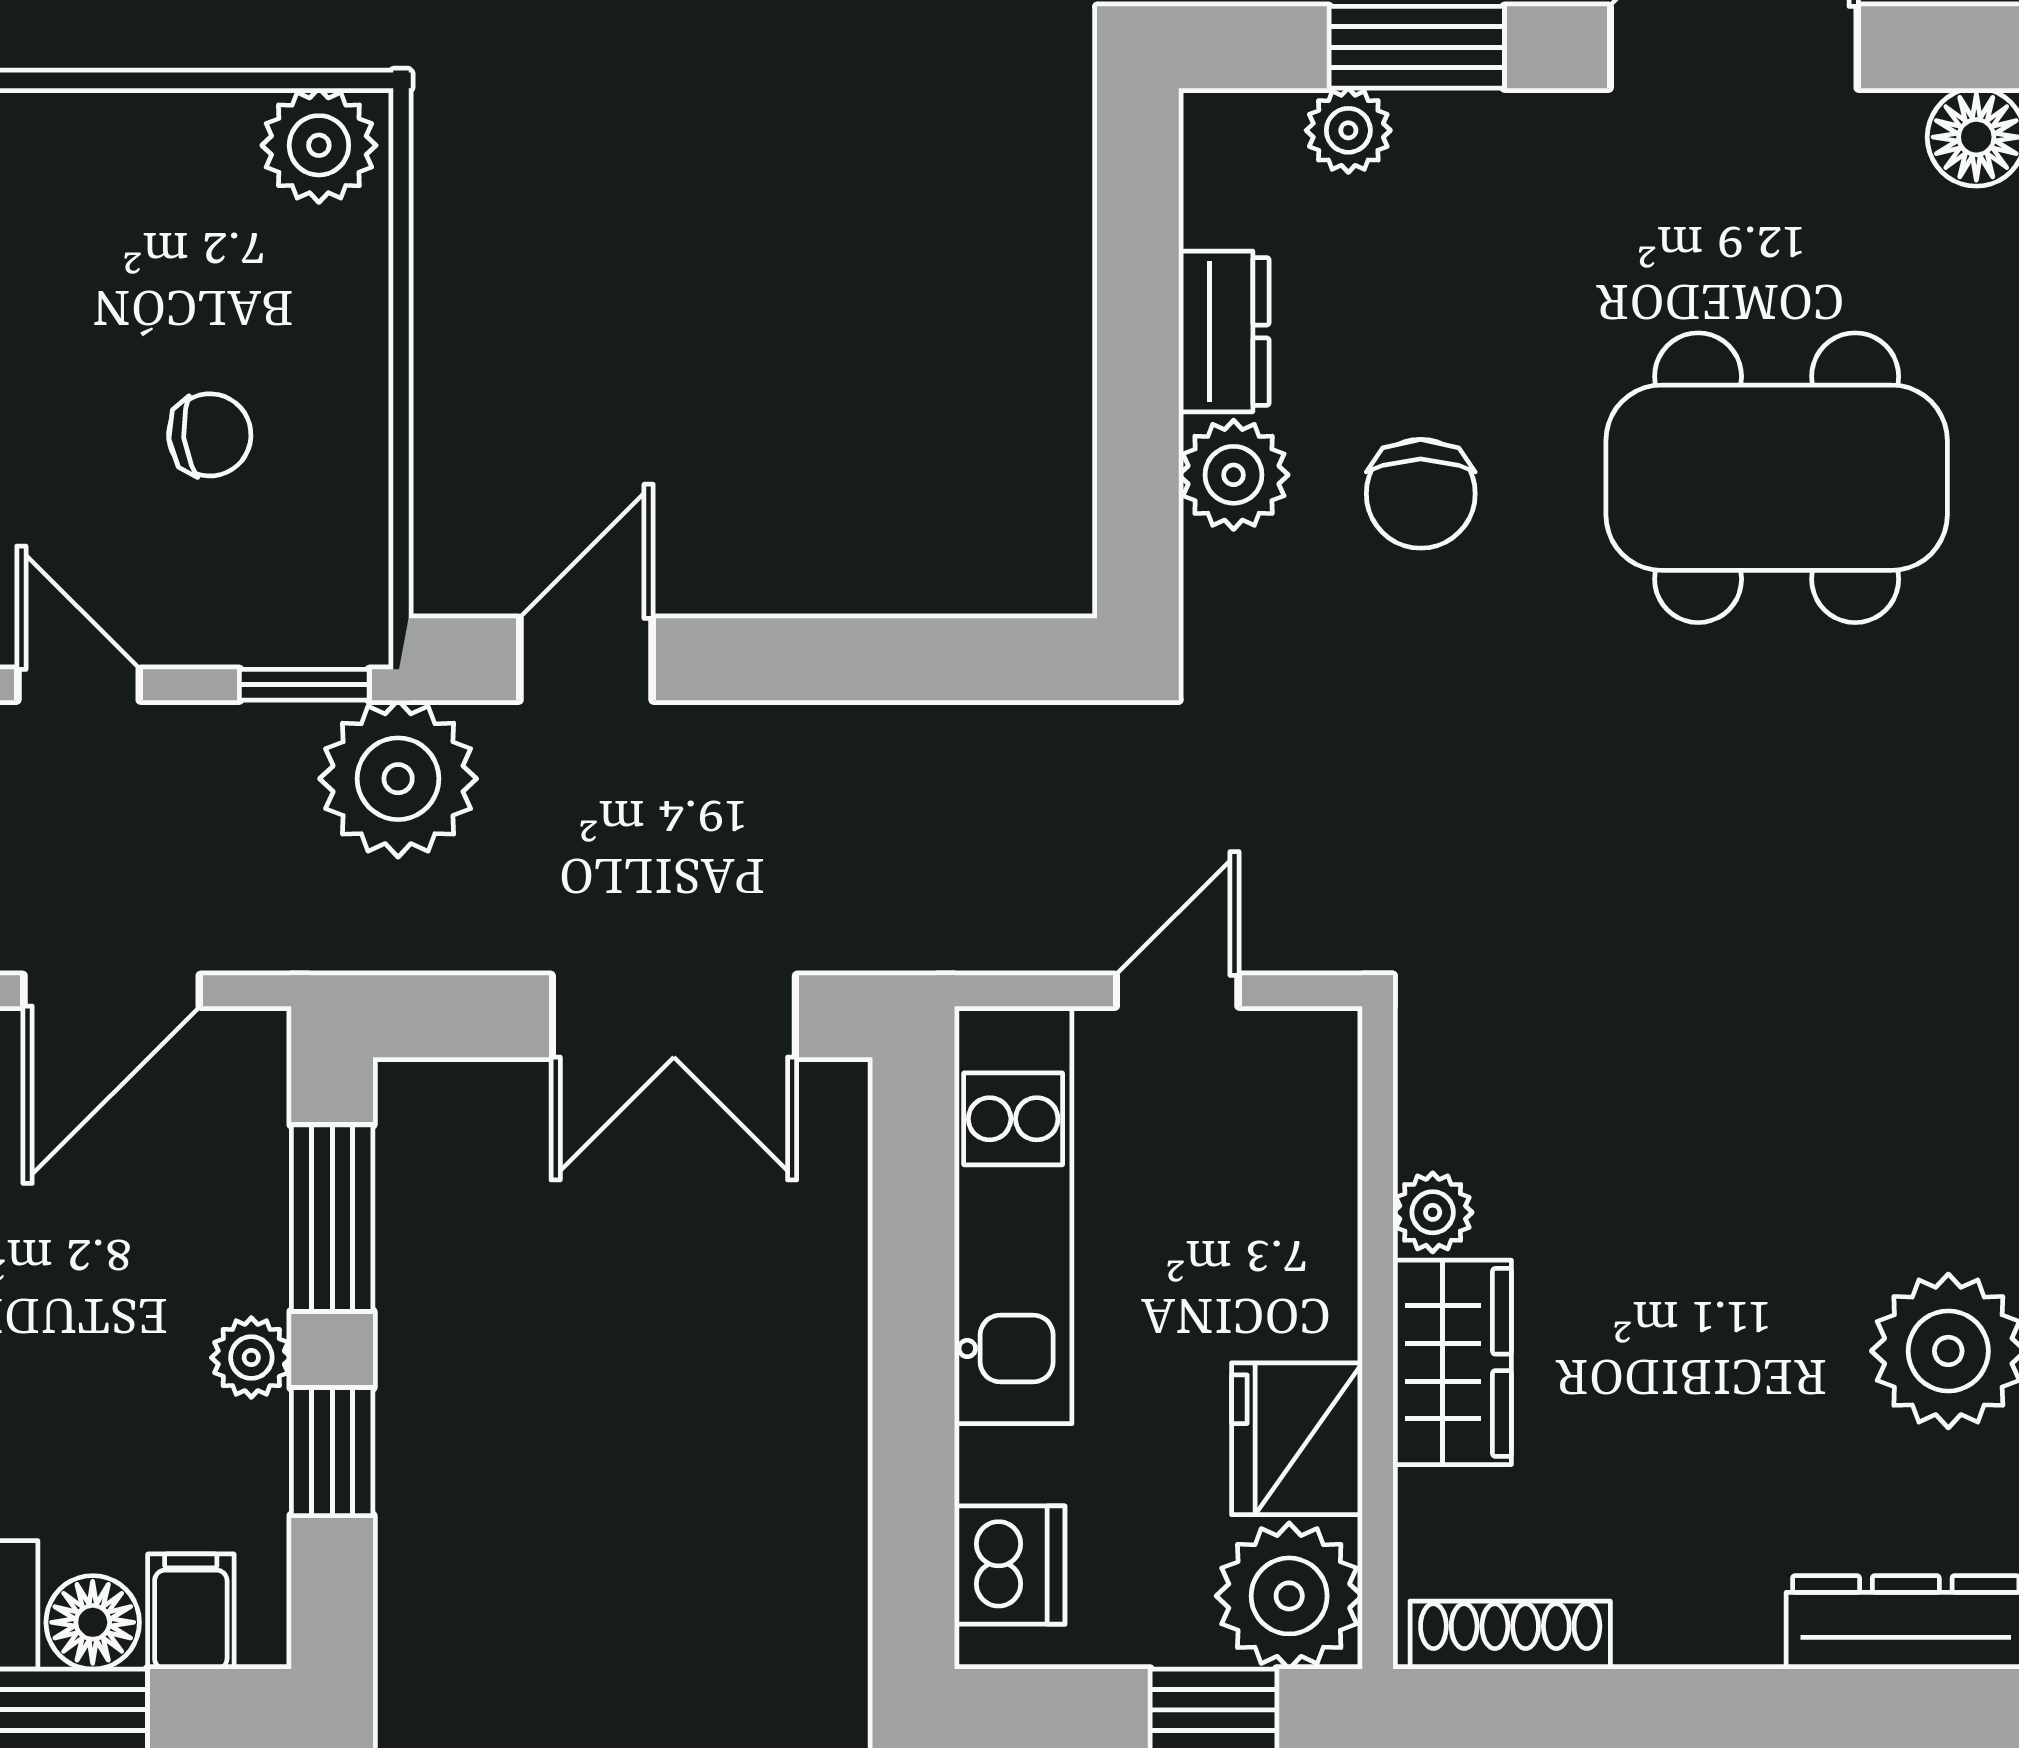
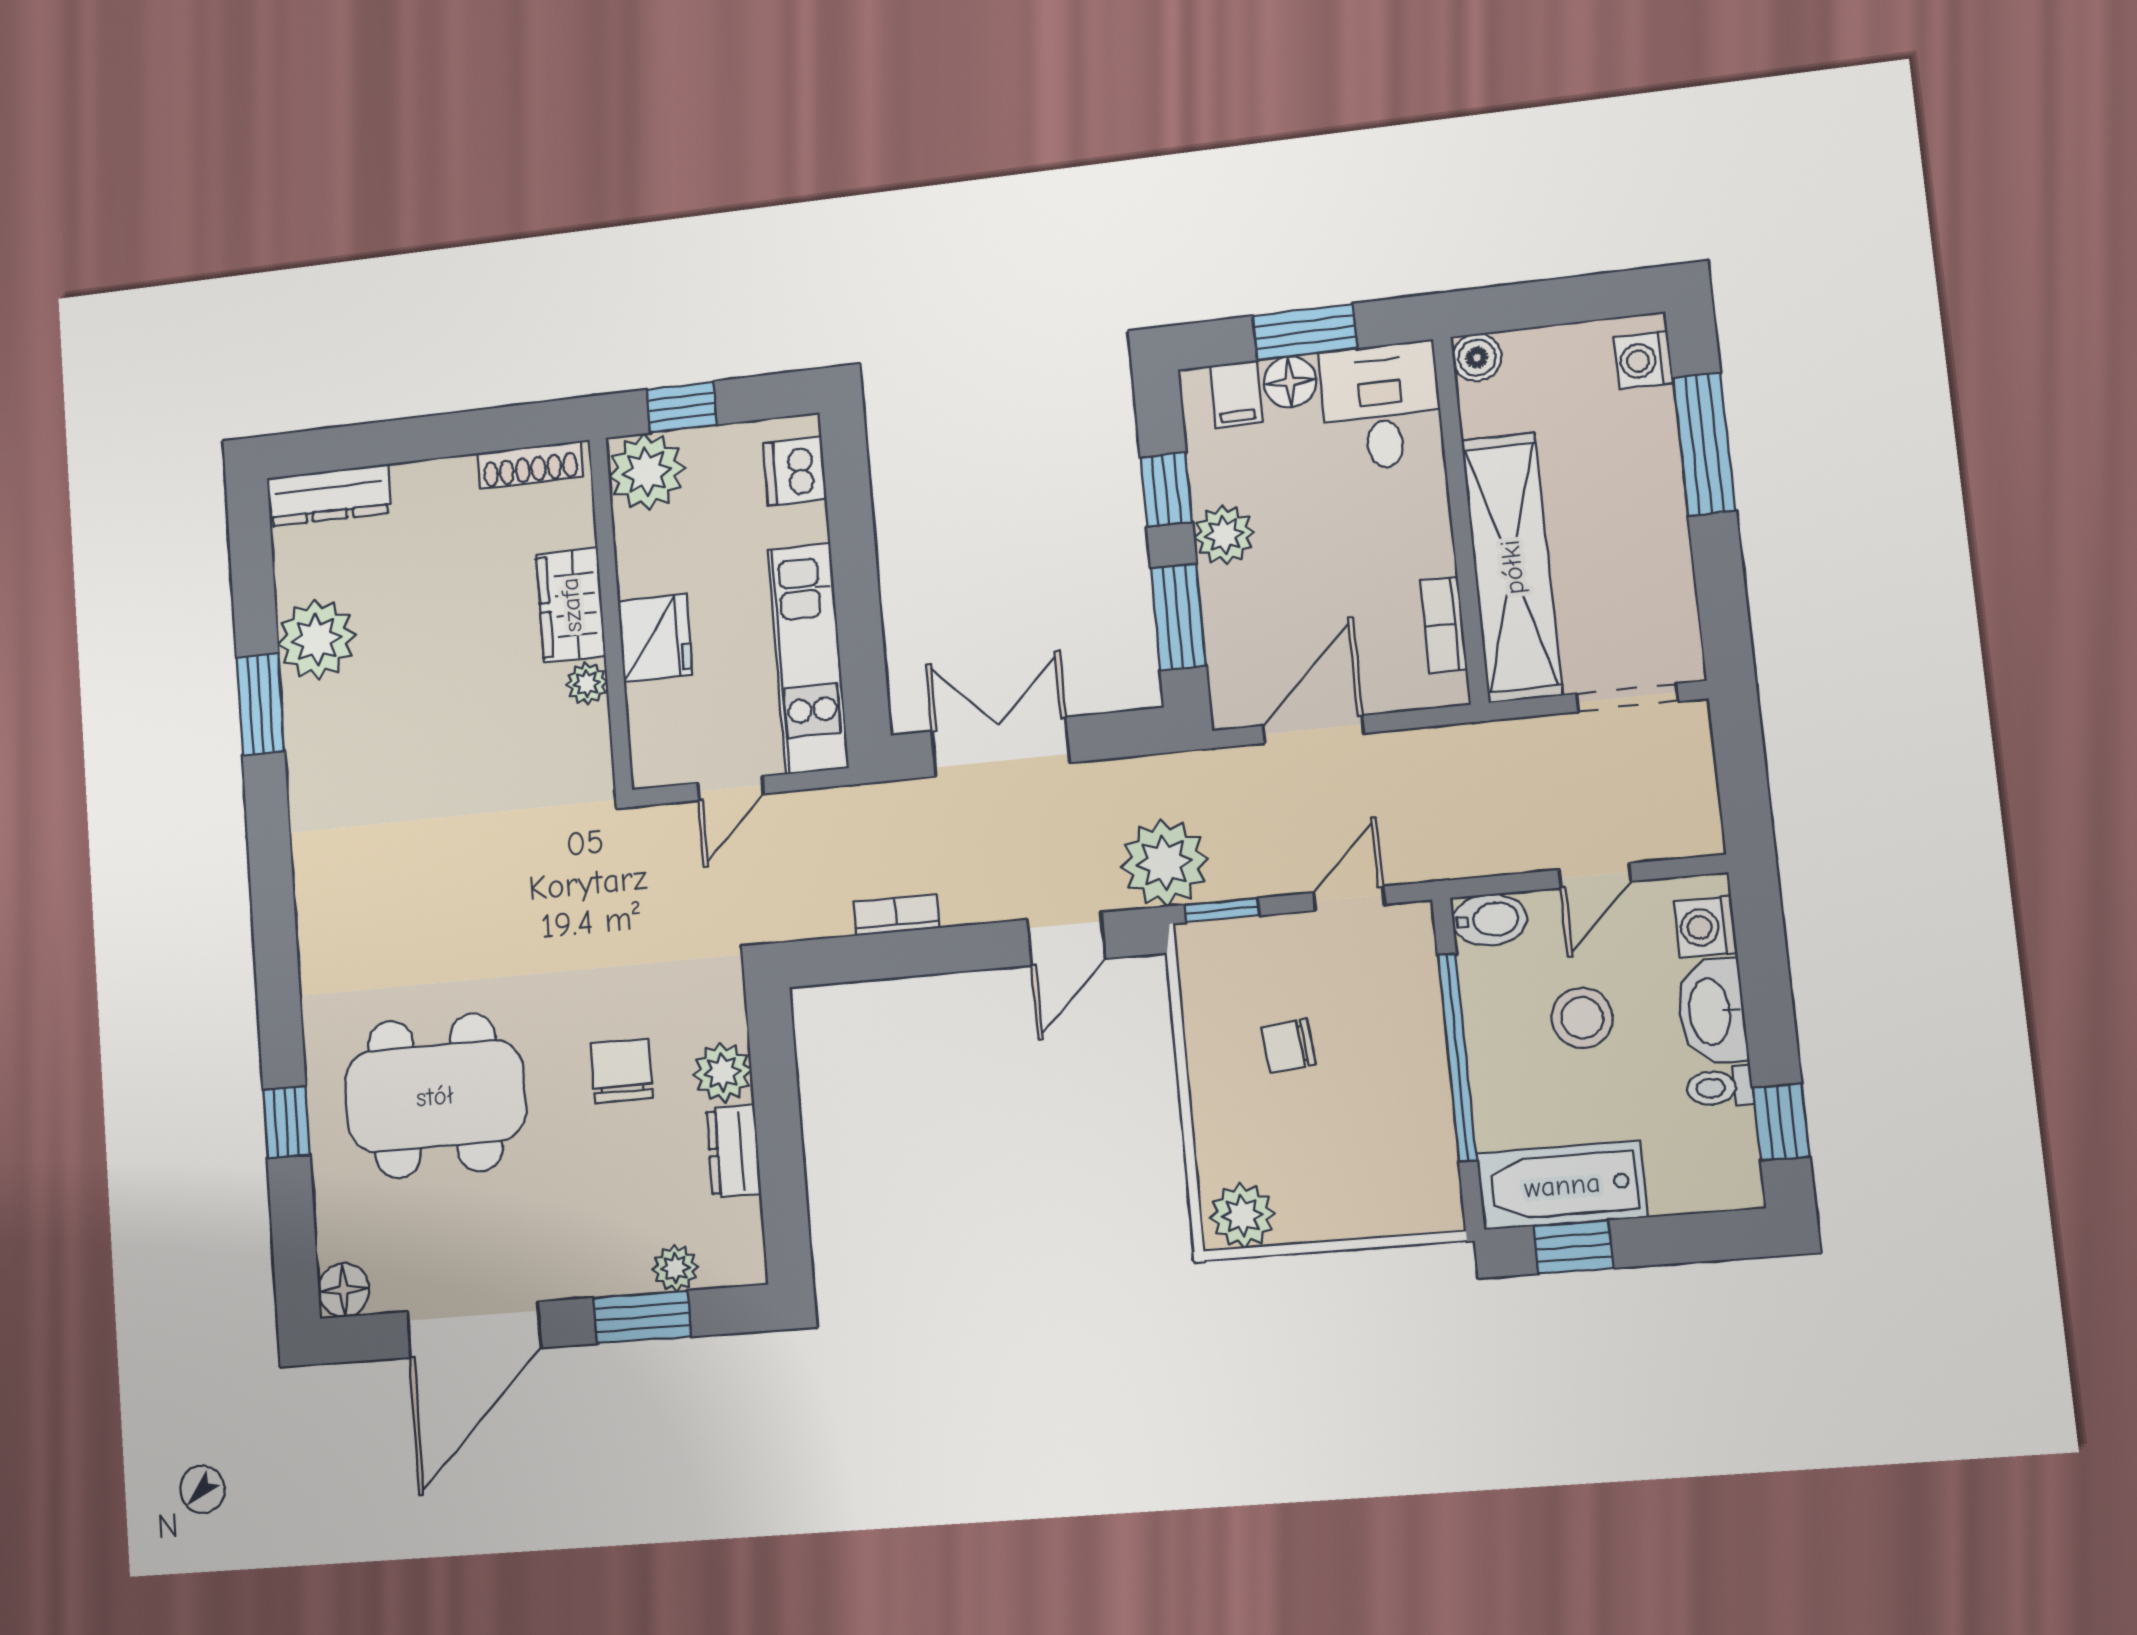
door: (79, 685) -> (1349, 898), swing flipped
bookcase: (890, 731) -> (896, 915), added
plant: (251, 1358) -> (1224, 535), width x1.38, depth x1.38
fridge: (1297, 1439) -> (655, 638), moved

